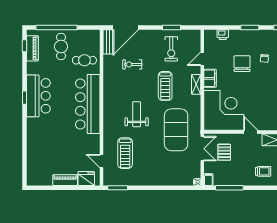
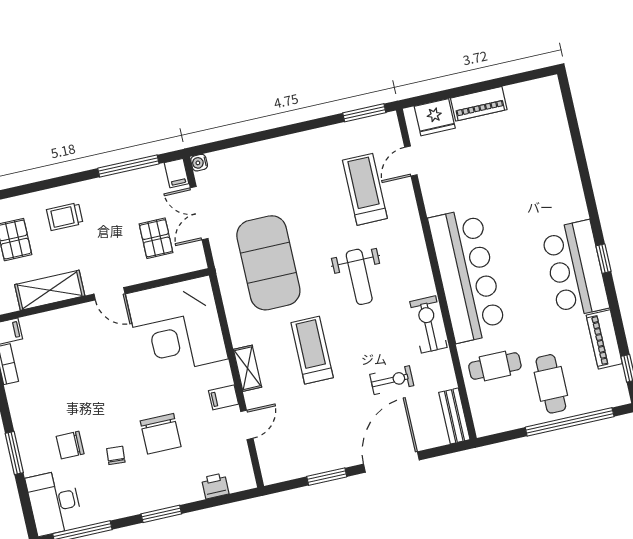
door: (126, 27) -> (391, 462), moved
piano: (32, 48) -> (604, 339), moved
exercise bike: (171, 49) -> (428, 324), moved
filing cabinet: (210, 78) -> (223, 397), width x0.50
double door: (202, 149) -> (199, 213), moved
door: (101, 161) -> (411, 161), swing flipped

